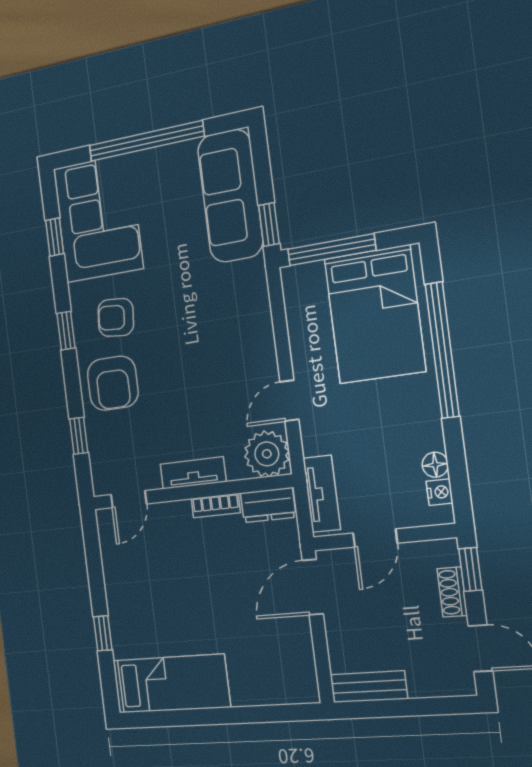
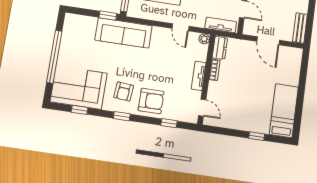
sofa: (230, 196) -> (124, 33), moved
plant: (267, 454) -> (204, 39), width x0.53, depth x0.53
door: (313, 587) -> (268, 41), moved

